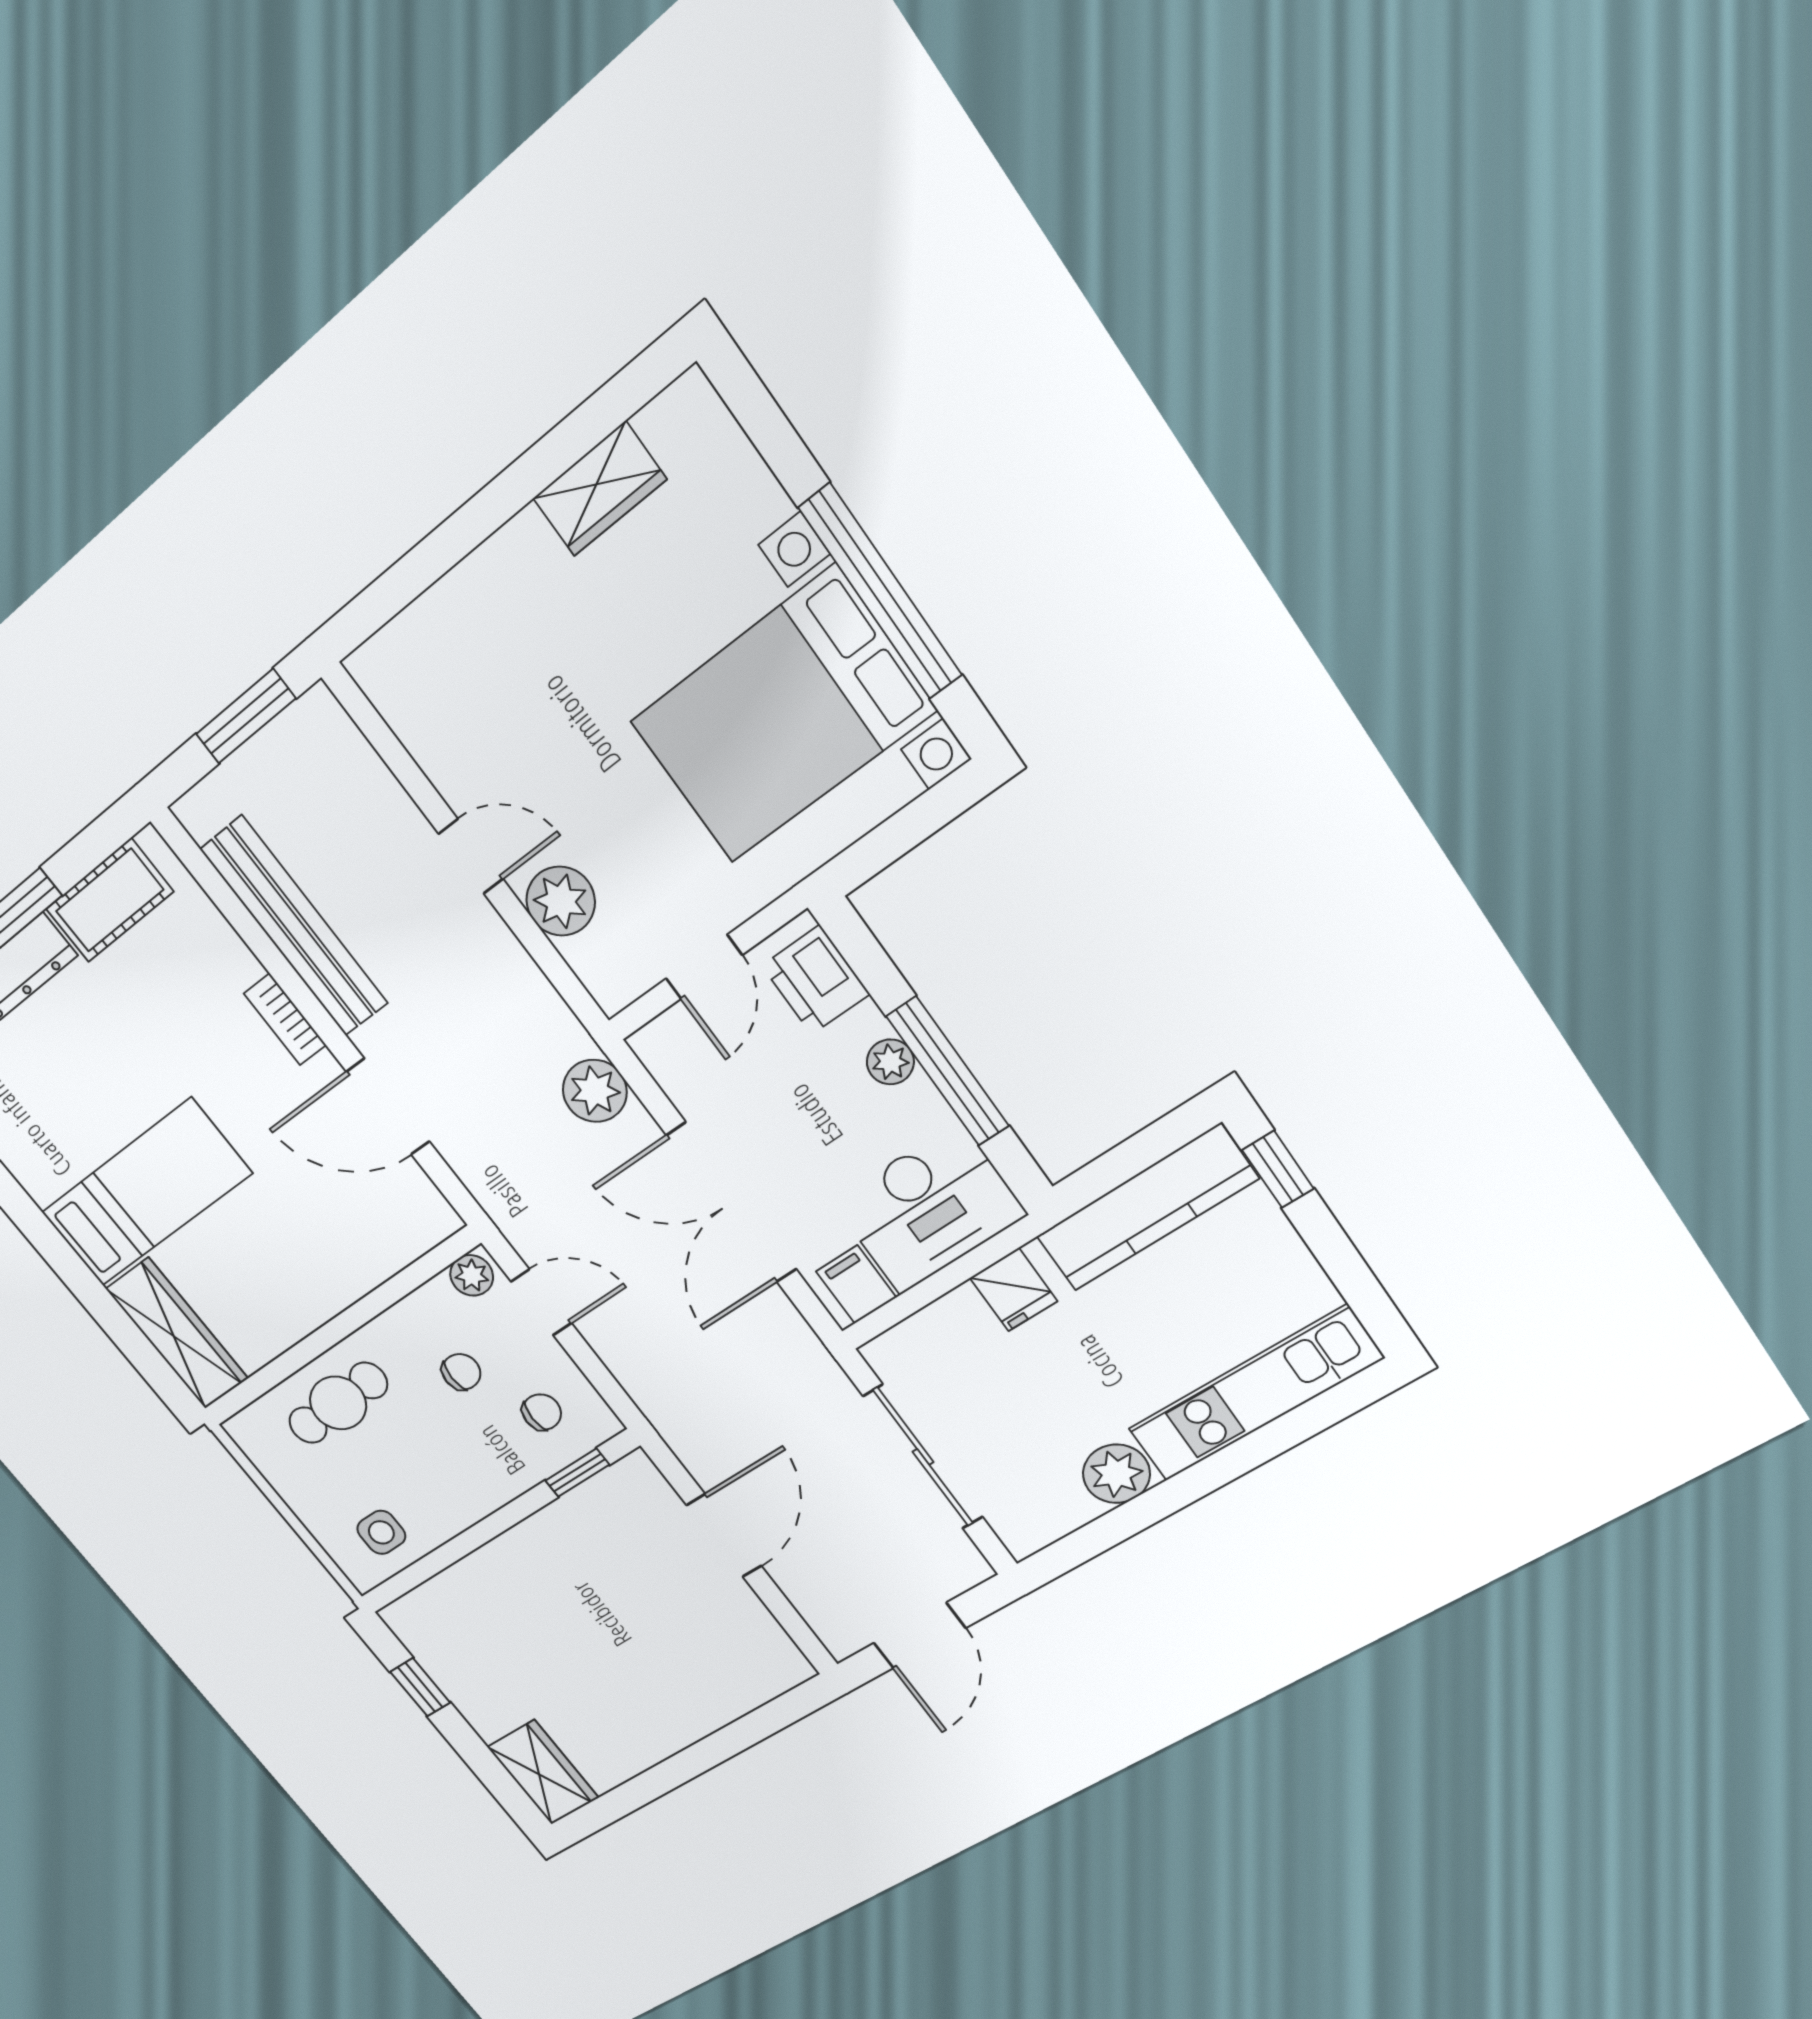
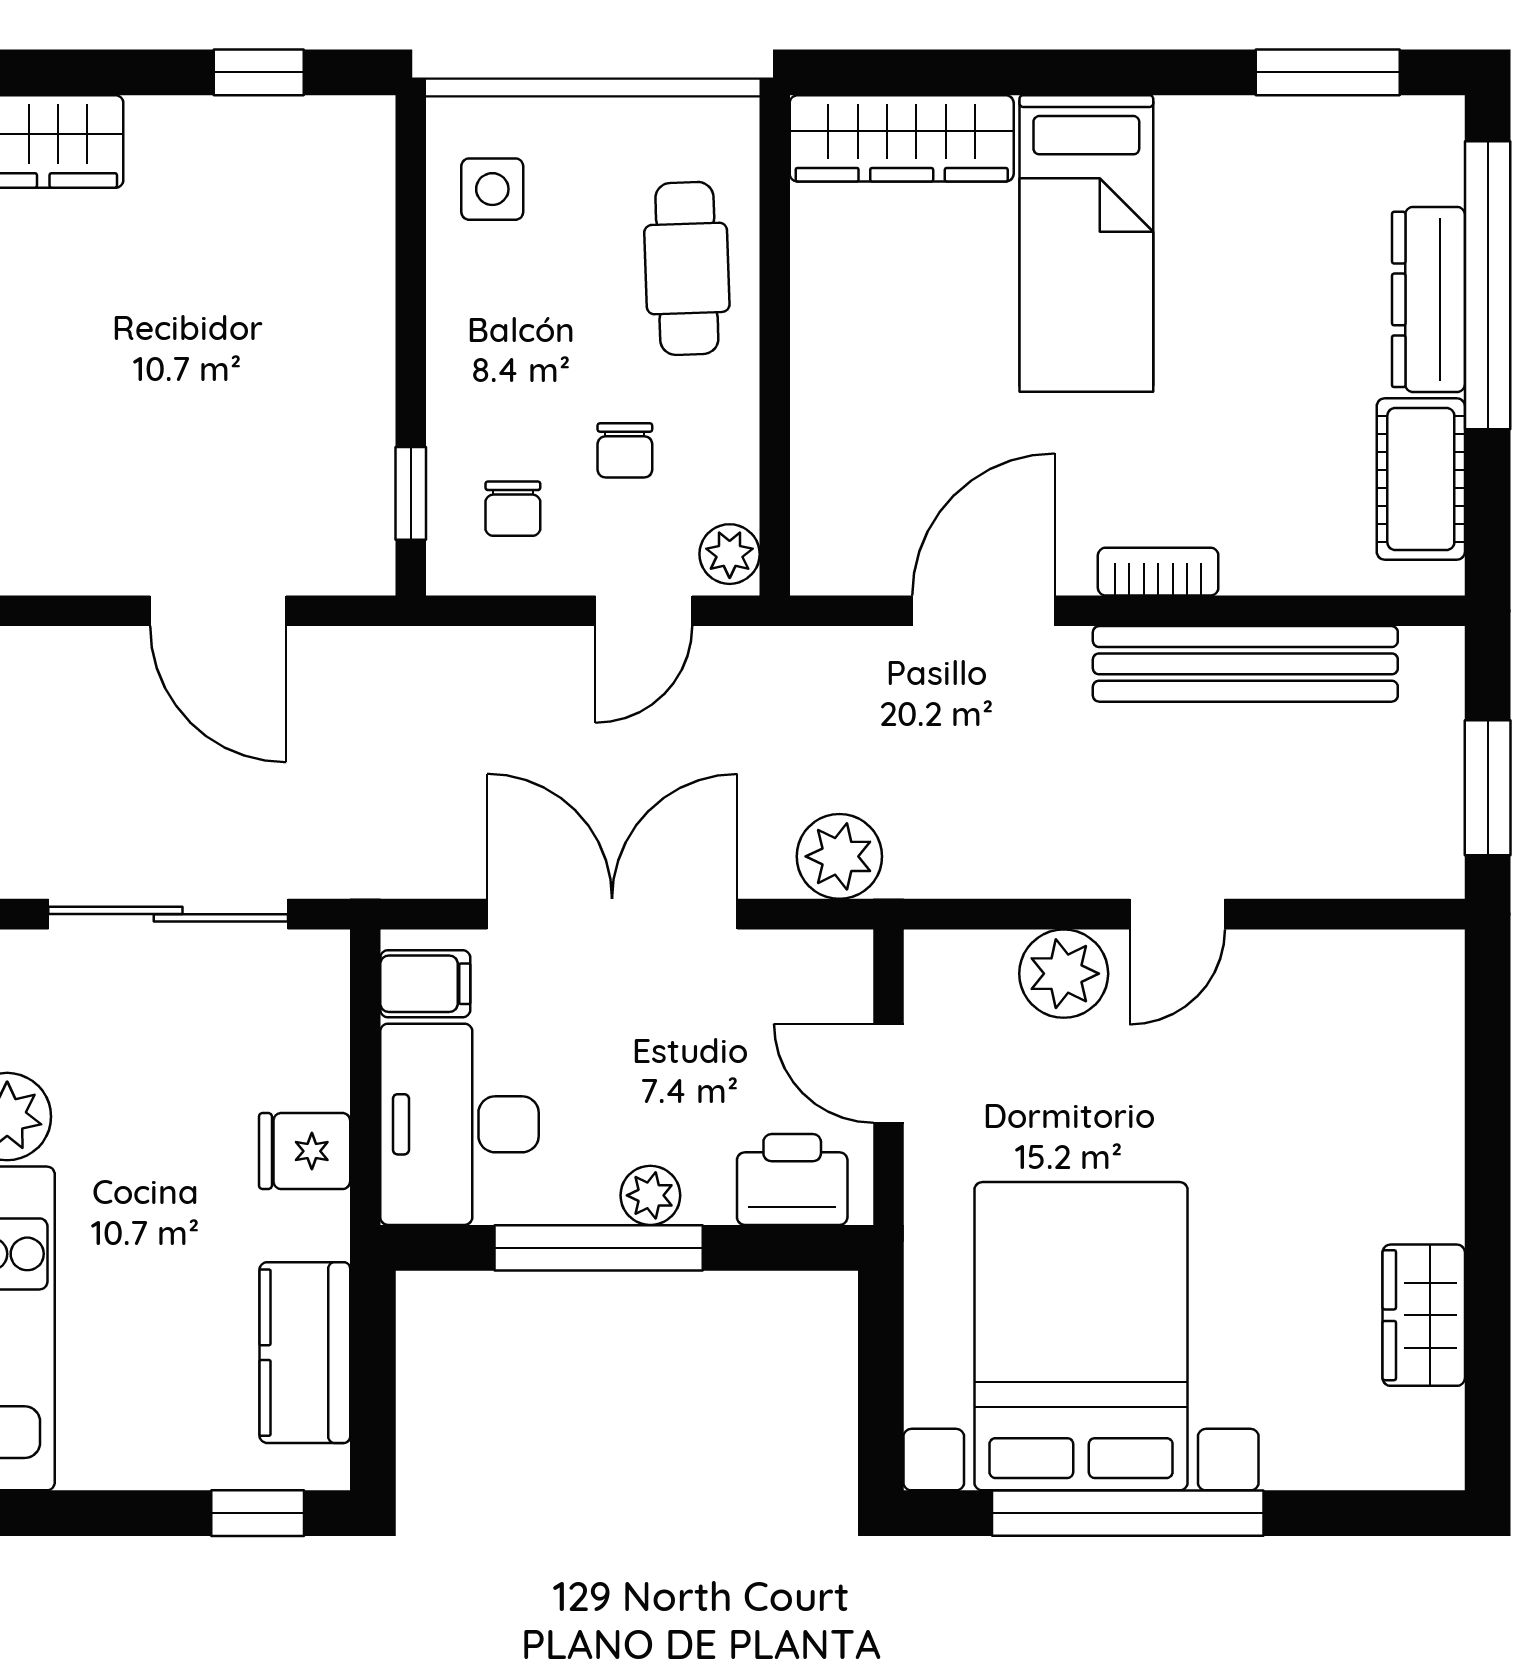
kitchen counter: (1147, 1208) -> (305, 1353), width x0.67

